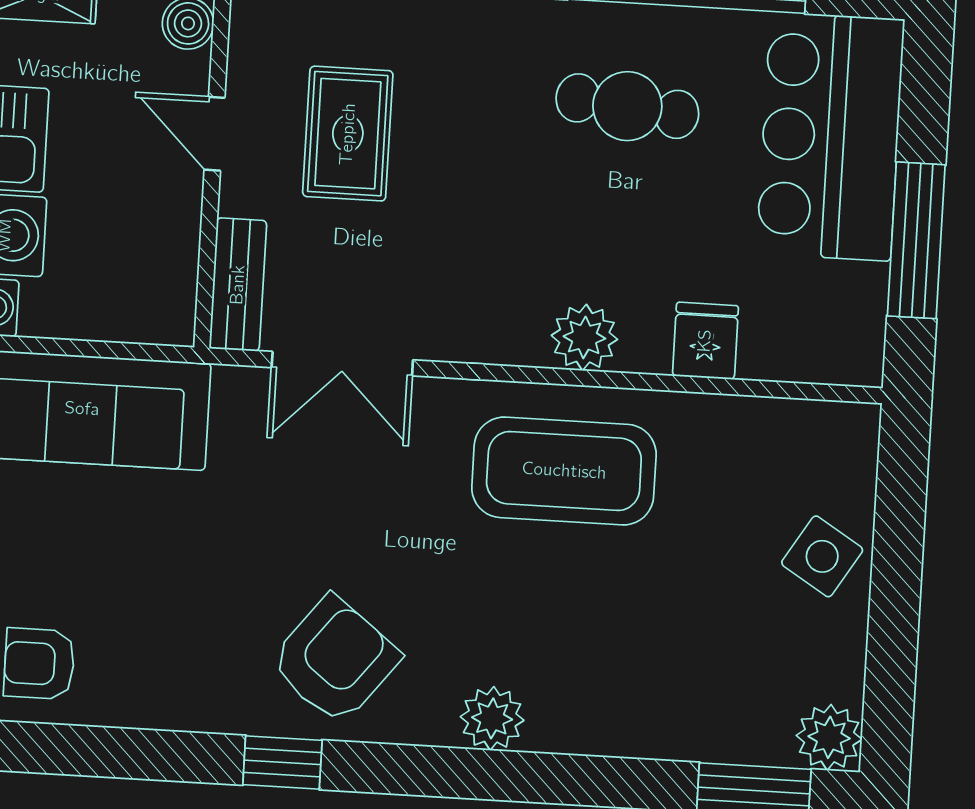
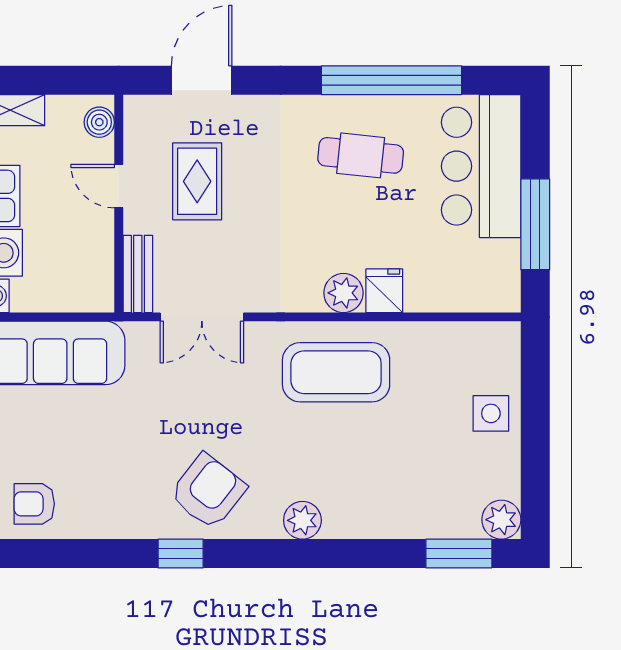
fridge: (705, 341) -> (384, 291), moved
side table: (822, 556) -> (491, 413), turned -32

